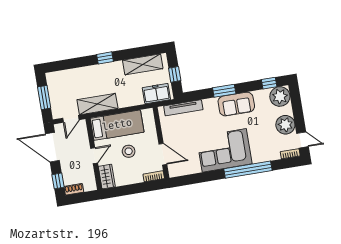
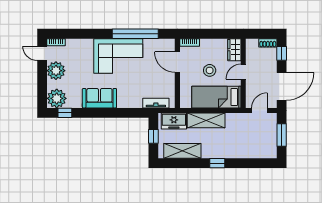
window: (224, 91) -> (109, 113), removed
shelving: (97, 104) -> (206, 120), moved
tv unit: (183, 108) -> (156, 103), width x0.71
door: (52, 147) -> (282, 86), hinge flipped
window: (248, 170) -> (135, 34), moved

